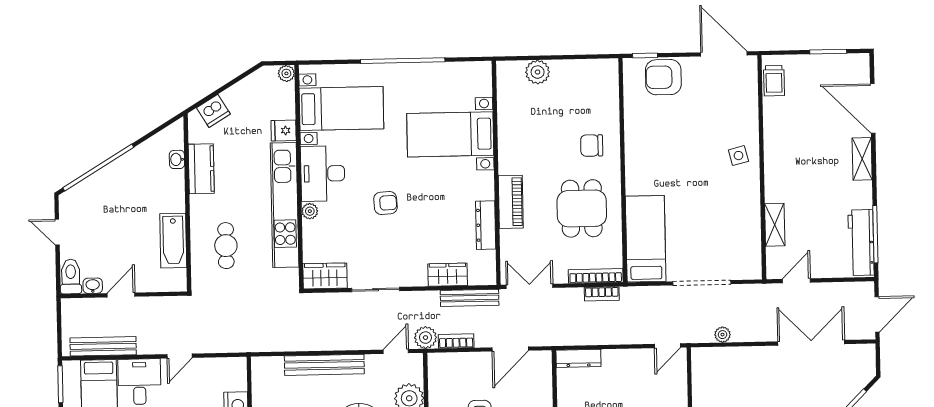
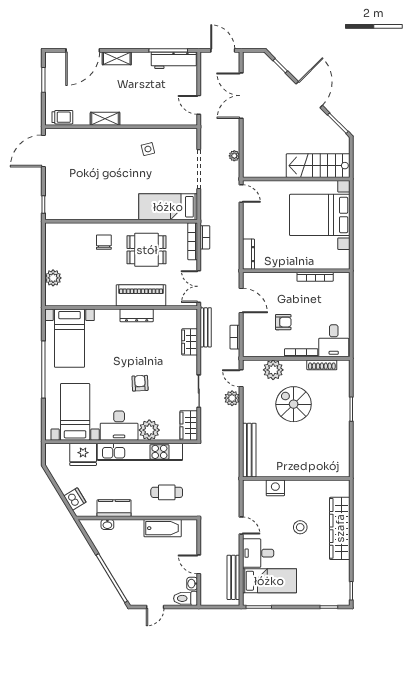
plant: (286, 73) -> (50, 449), removed
armchair: (663, 77) -> (58, 192), removed
fridge: (284, 131) -> (83, 454), width x1.88, depth x1.34
bed with nightstands: (450, 134) -> (70, 338), moved
chair: (592, 146) -> (104, 242), turned 180
side table: (738, 156) -> (148, 149), moved
piano: (511, 202) -> (141, 295), width x1.37, depth x1.33
plant: (310, 211) -> (149, 430), width x1.88, depth x1.88
dresser: (486, 225) -> (137, 315), moved
shelving: (775, 225) -> (105, 119), moved
plant: (425, 338) -> (232, 398), moved
bench: (324, 365) -> (249, 450), moved

